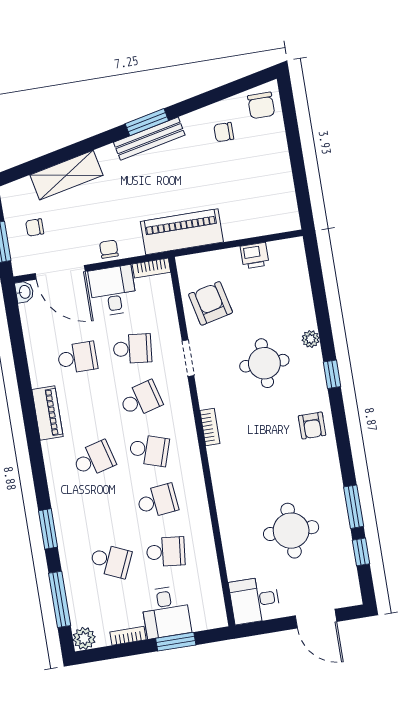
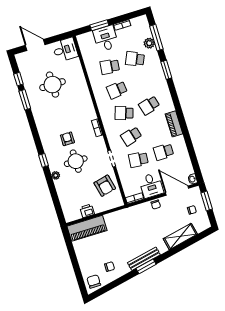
piano: (182, 232) -> (87, 228), moved
armchair: (312, 426) -> (67, 139), moved
plant: (84, 638) -> (149, 43), moved

